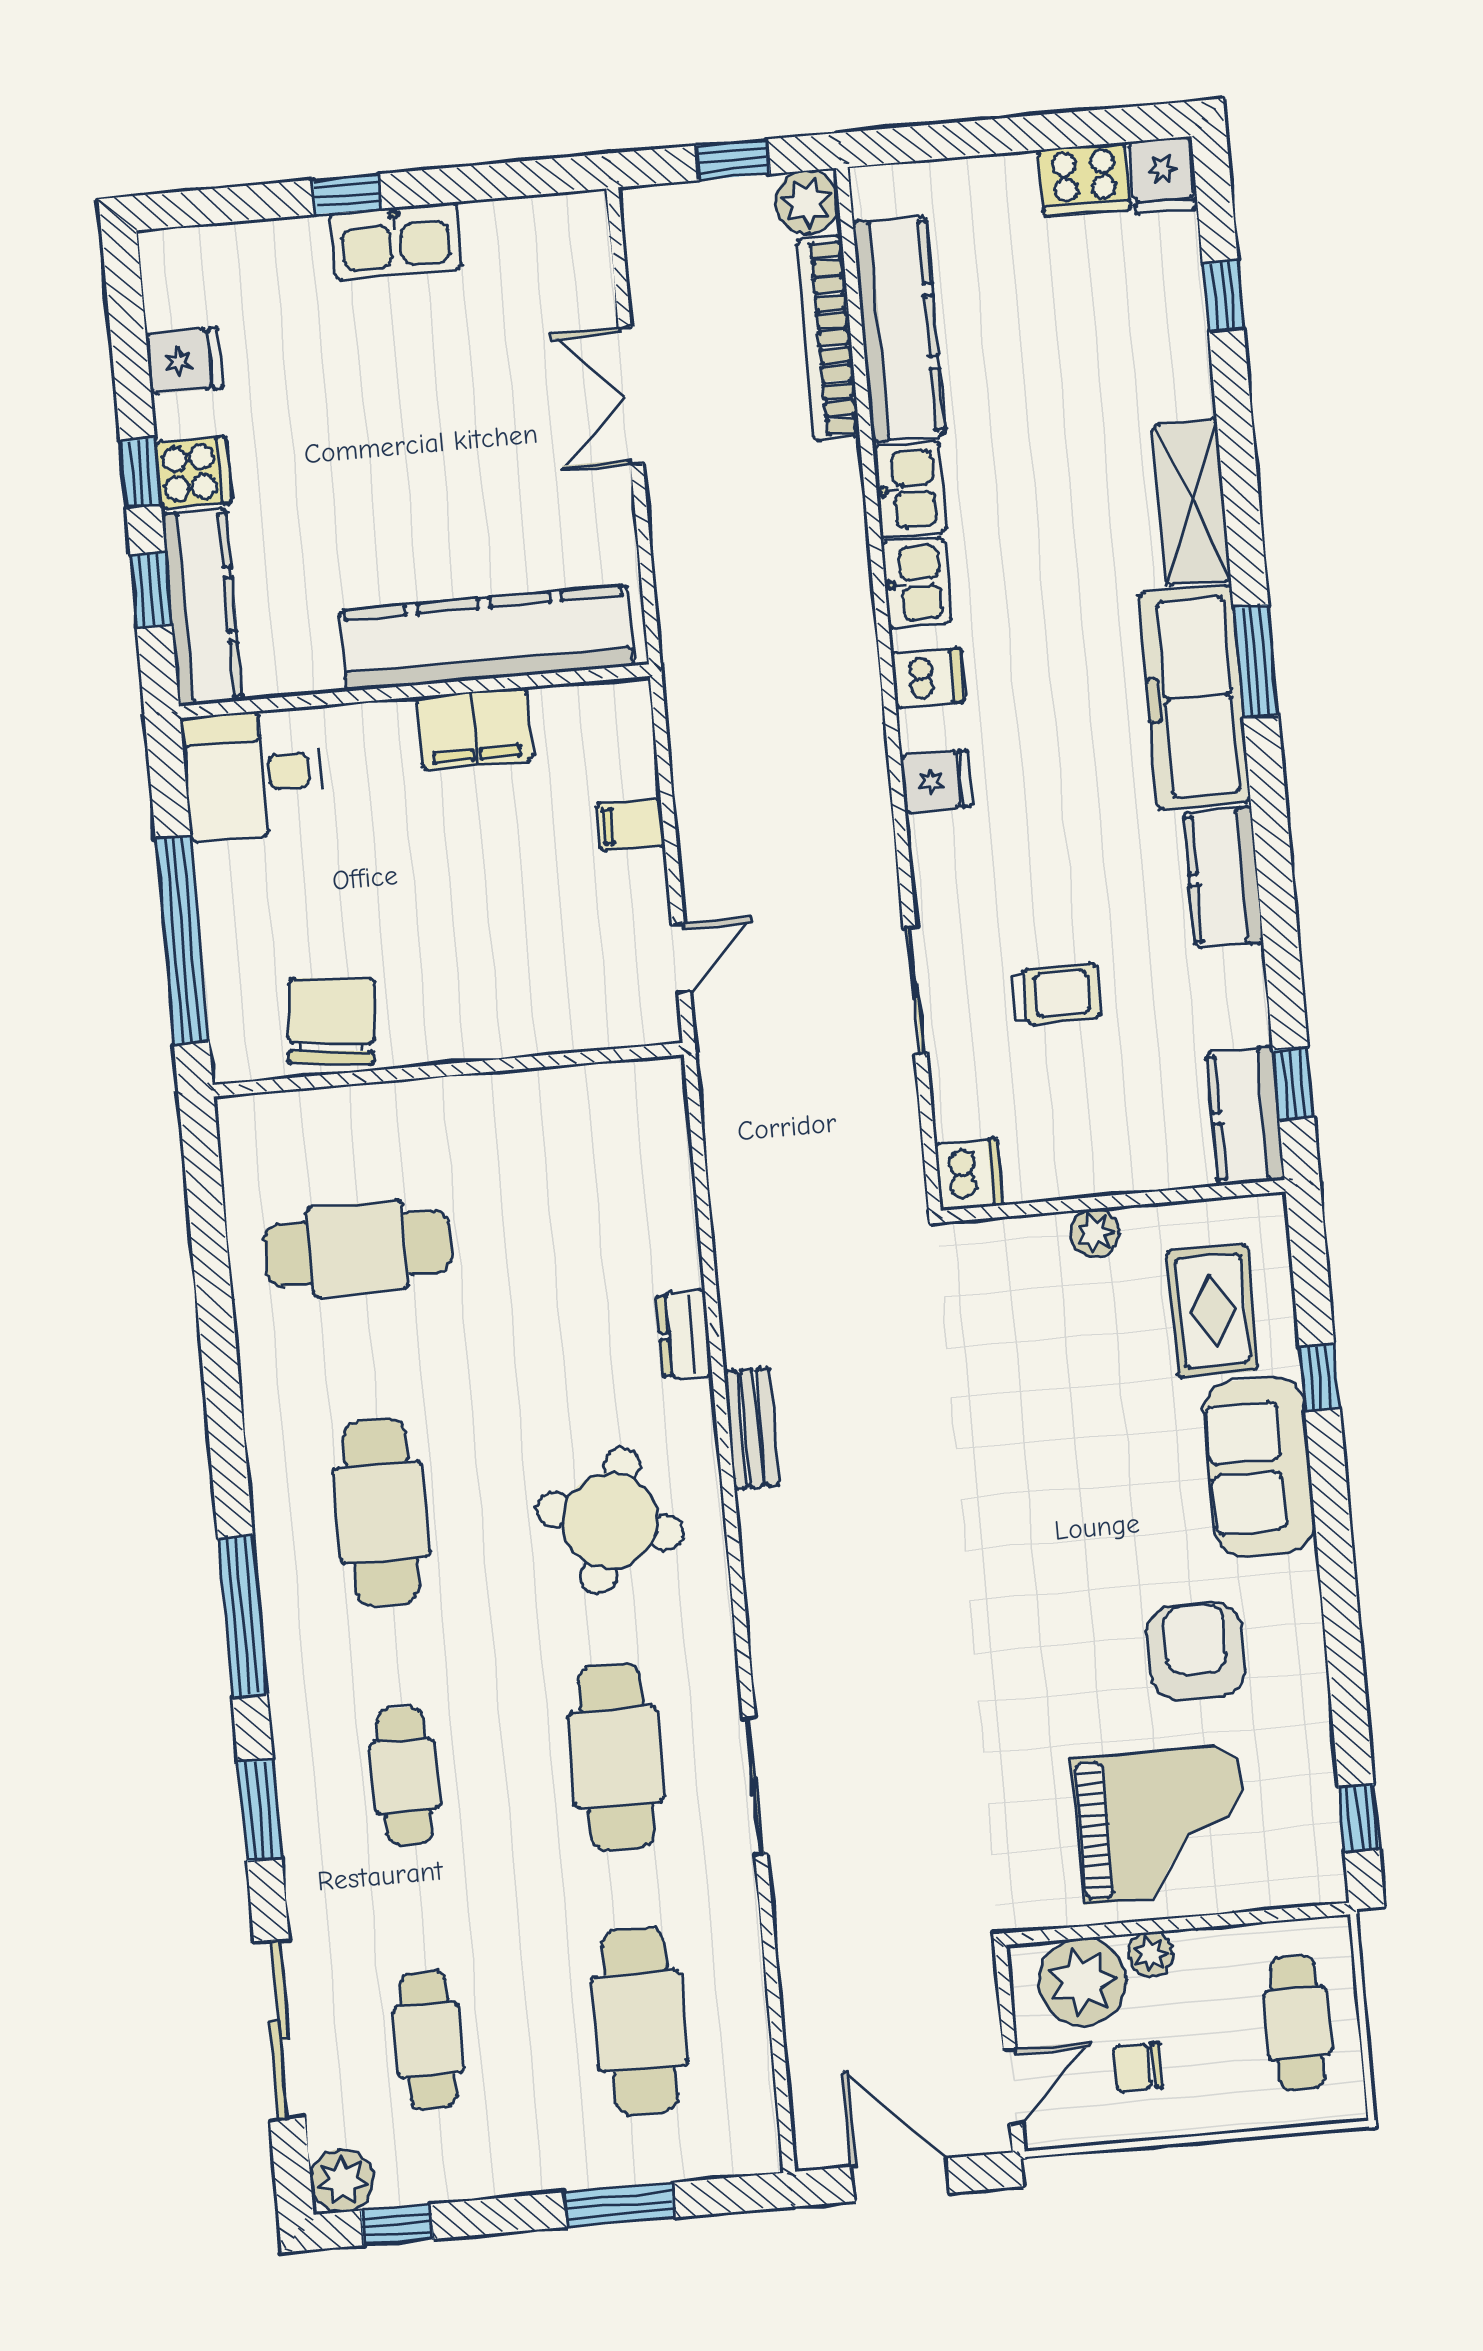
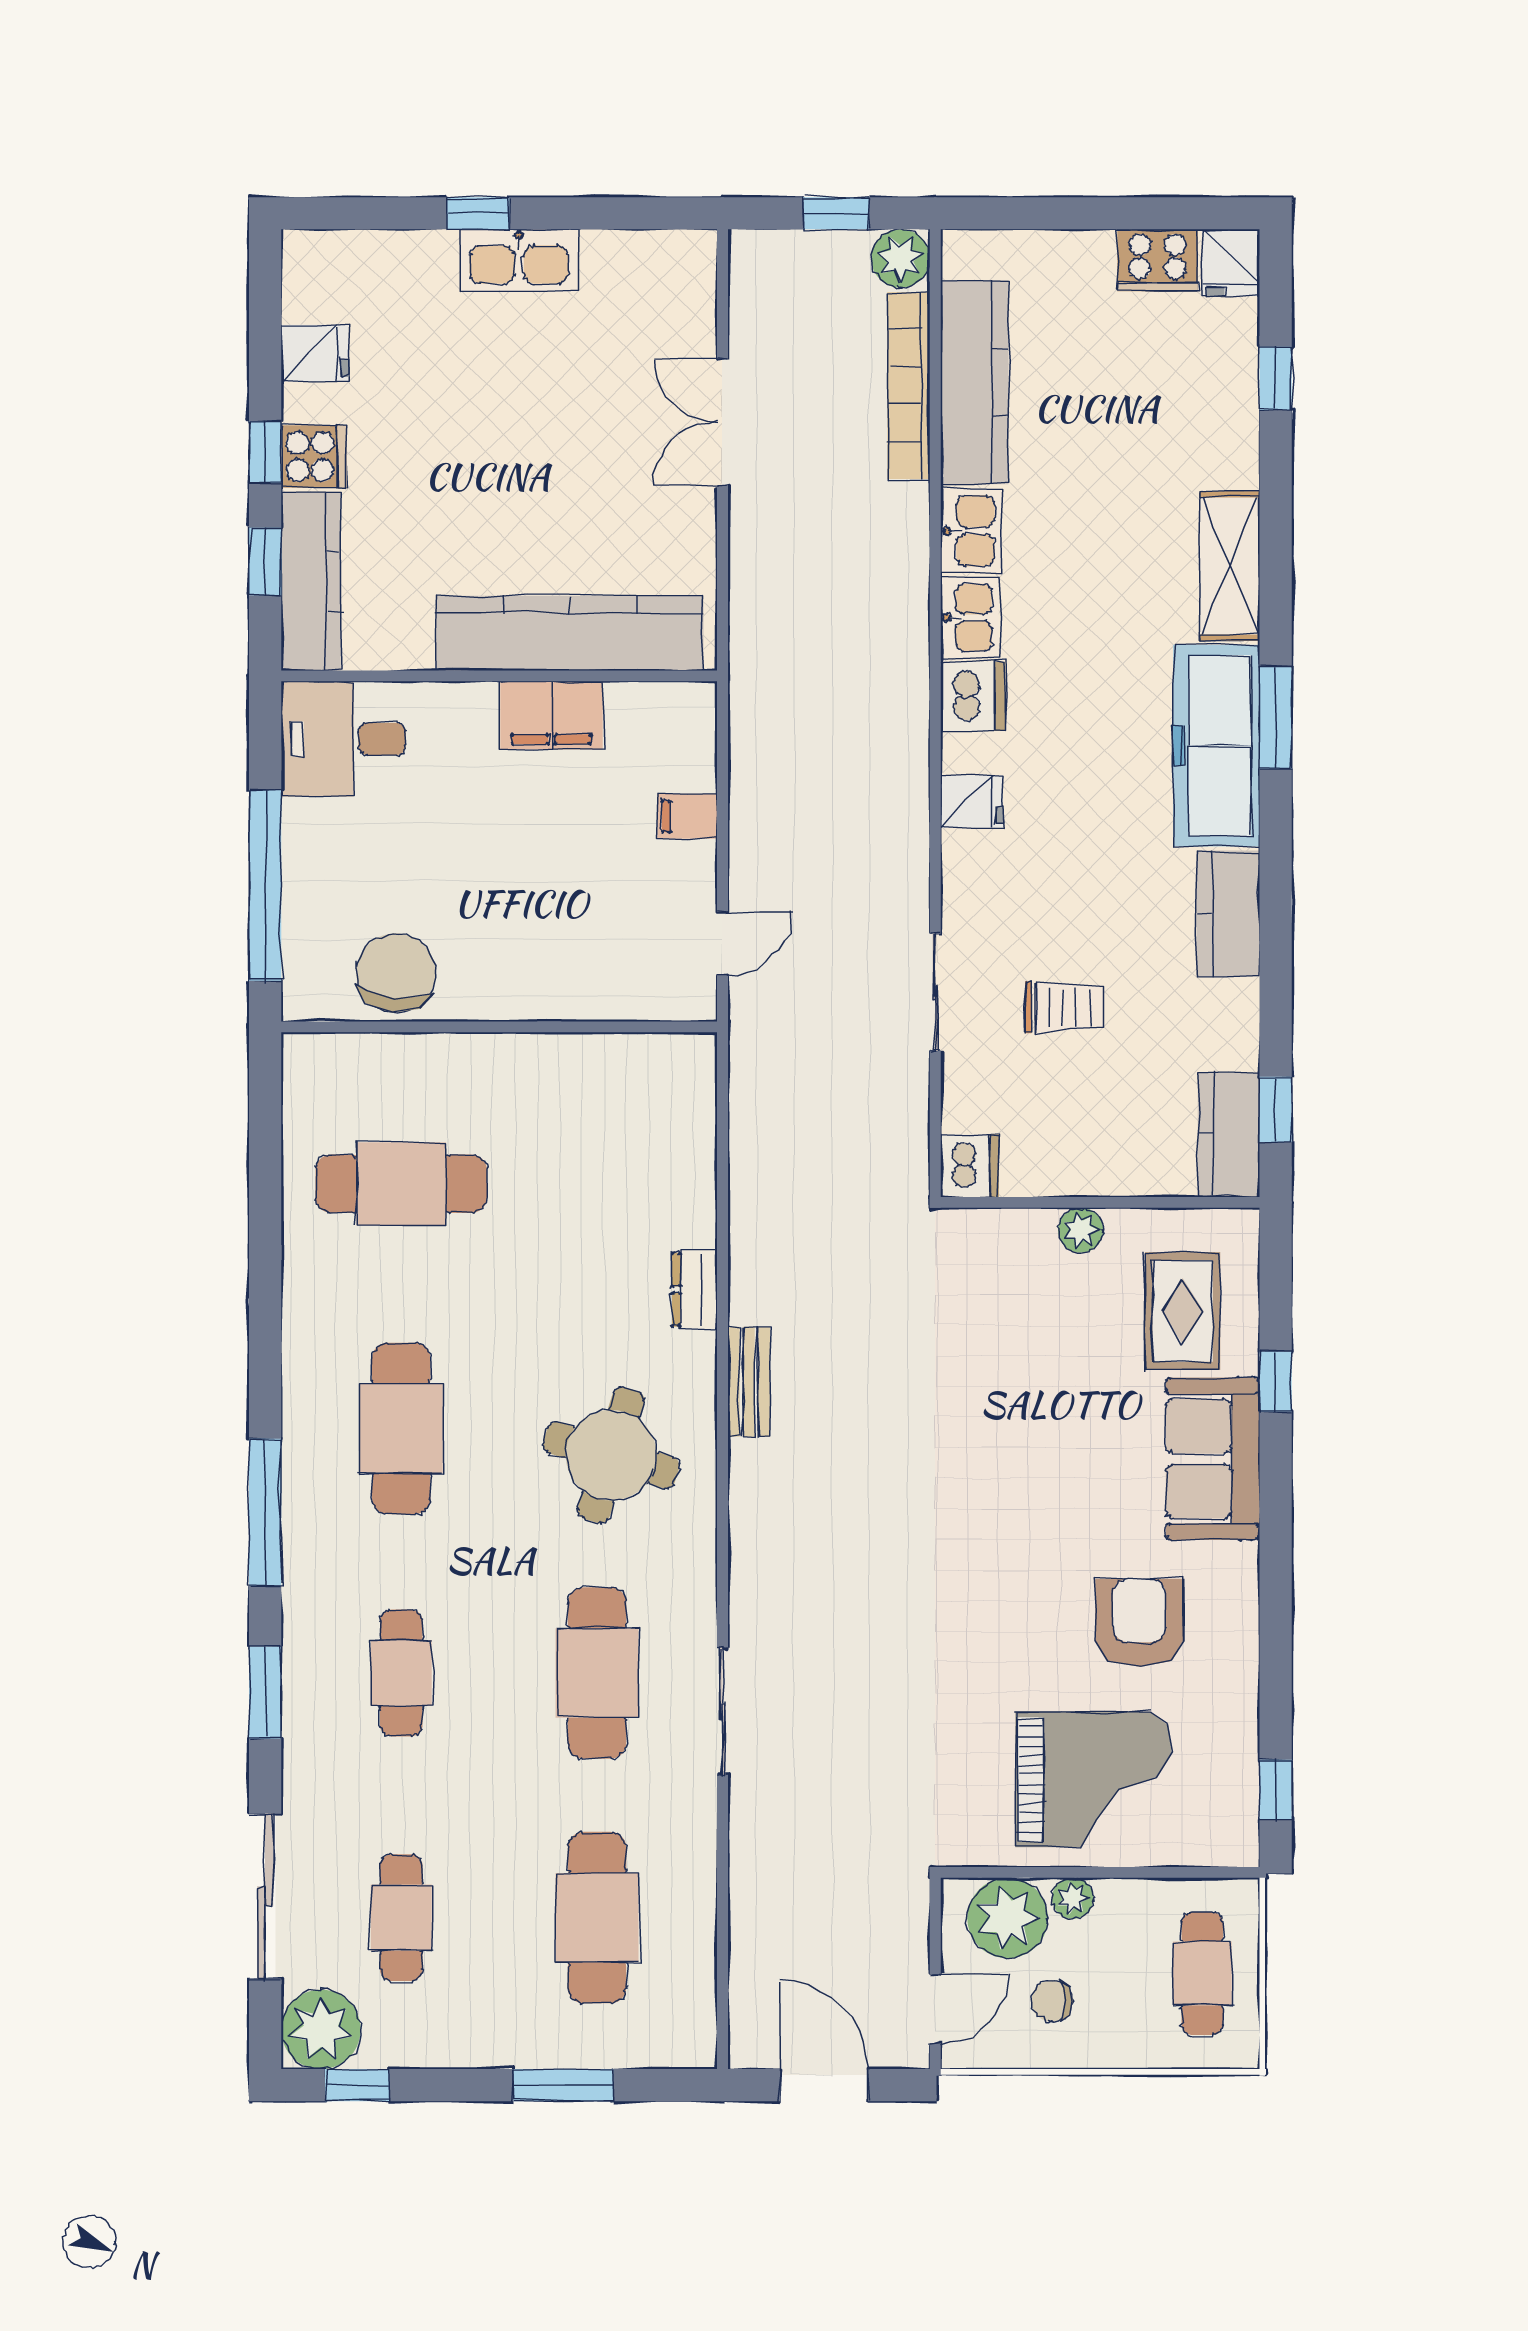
dishwasher: (928, 678) -> (973, 696), width x1.38
plant: (342, 2181) -> (321, 2029), width x1.36, depth x1.36

